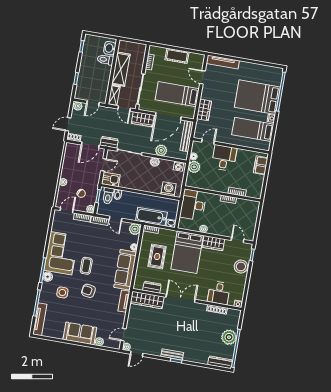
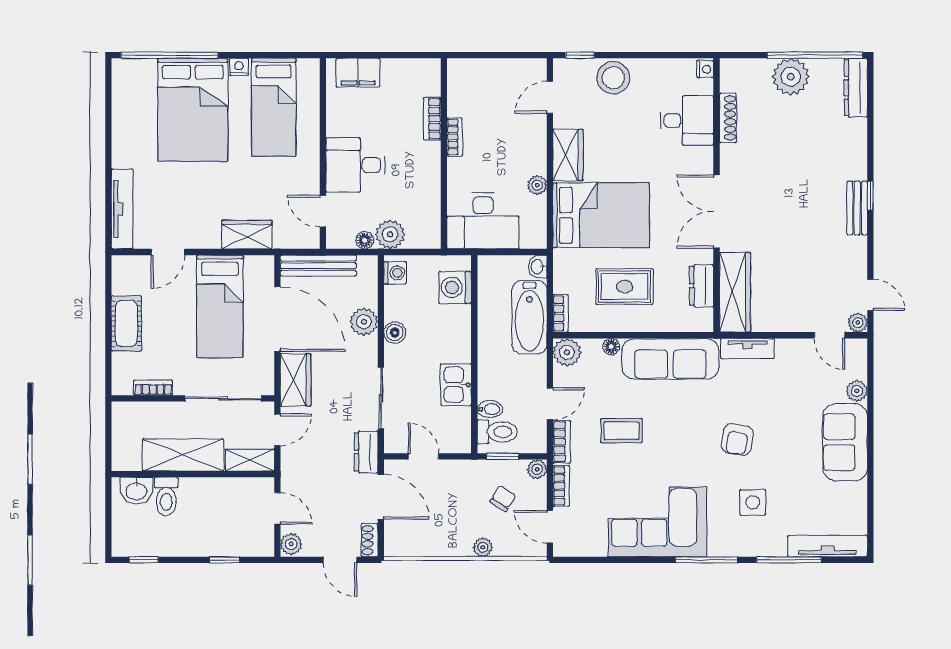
kitchen sink: (111, 179) -> (456, 385), moved
coffee table: (86, 266) -> (622, 431), moved
floor lamp: (48, 277) -> (720, 545), removed

